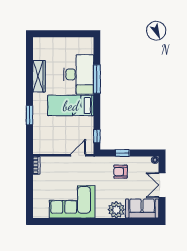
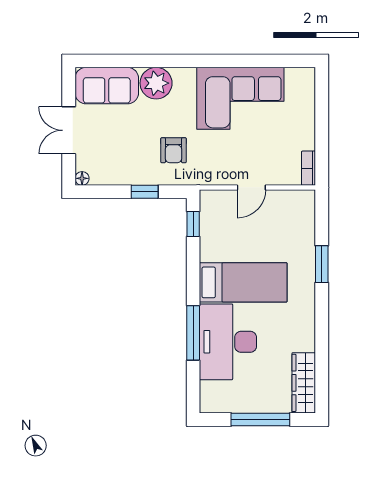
window: (62, 34) -> (260, 419), added
wardrobe: (39, 76) -> (304, 383), moved
door: (78, 155) -> (251, 187), moved
armchair: (121, 172) -> (174, 150), moved, turned 90
double door: (162, 185) -> (69, 130), swing flipped

